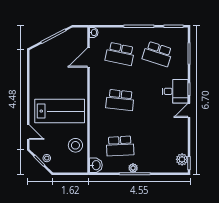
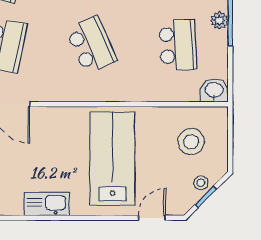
kitchen sink: (36, 76) -> (47, 204), added
school desk: (120, 100) -> (91, 45), turned -30
stool: (75, 145) -> (191, 142), moved

